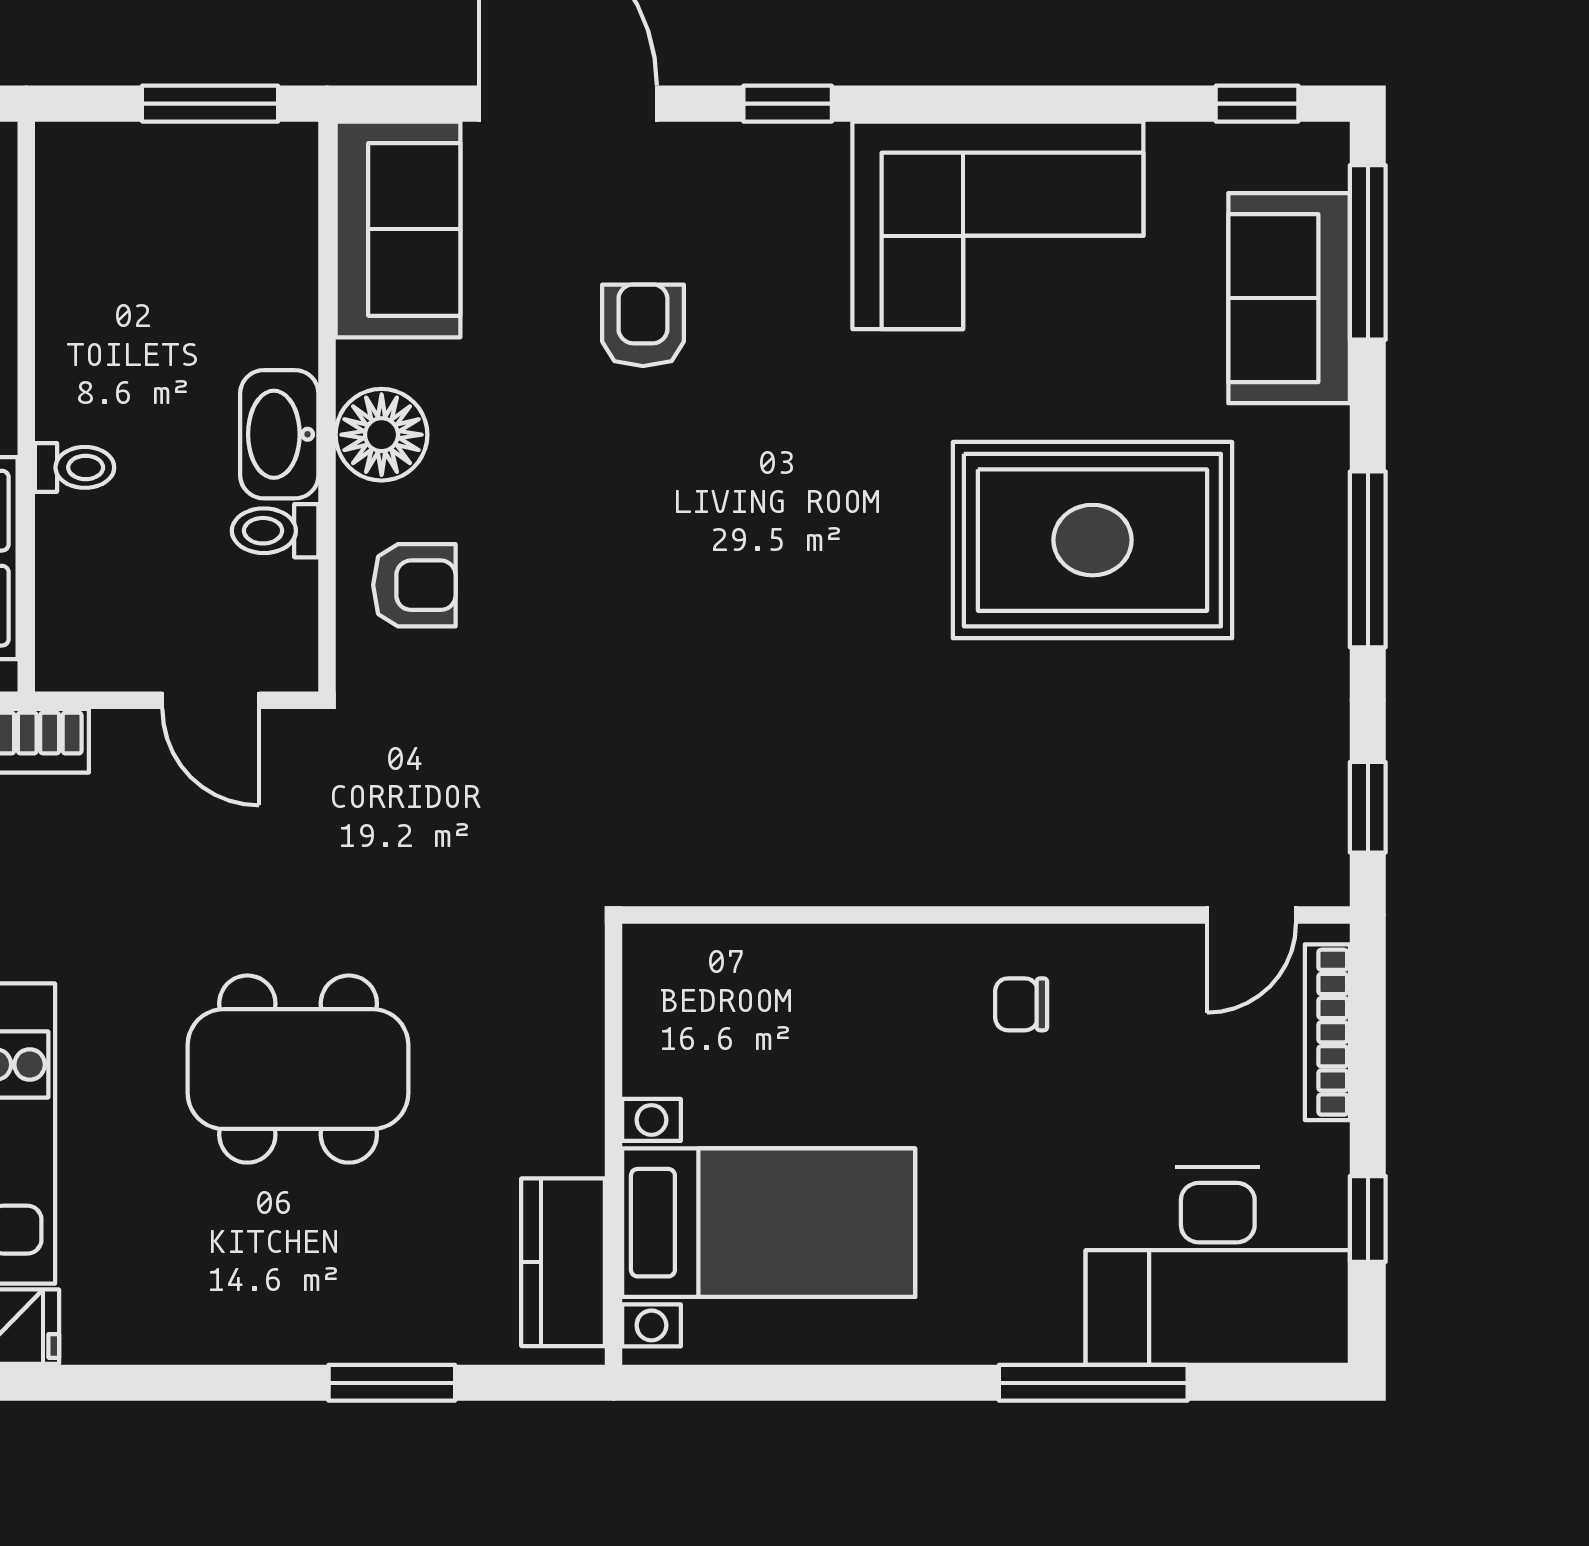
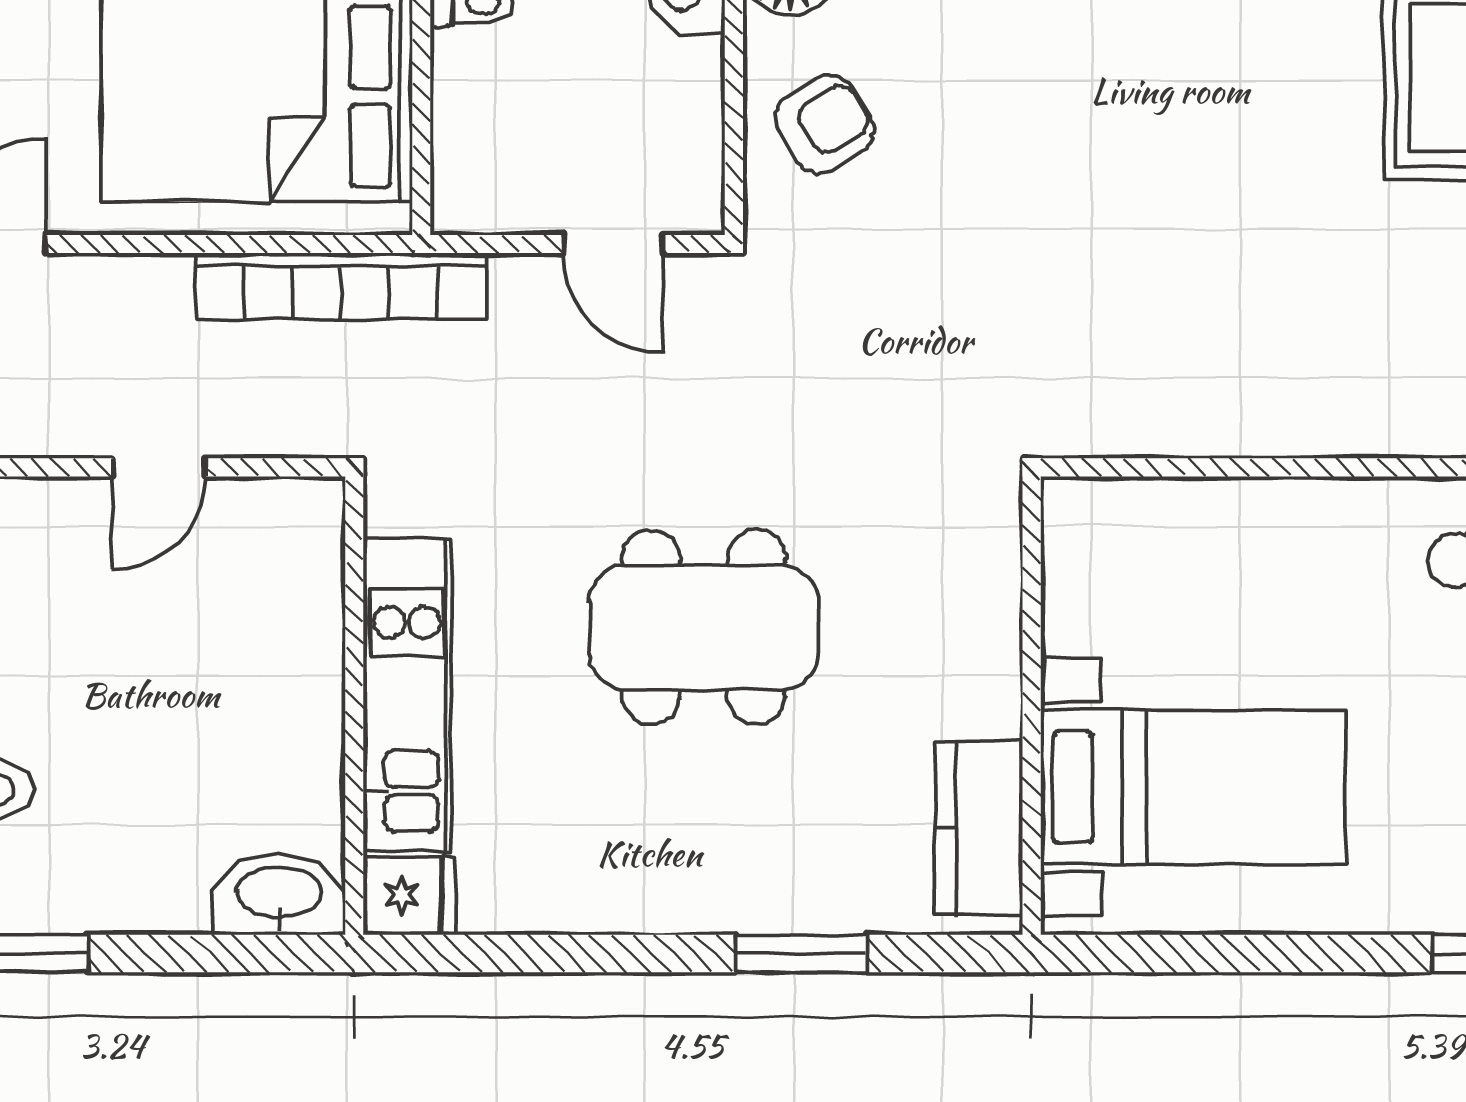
toilet: (275, 531) -> (680, 68), removed
armchair: (414, 585) -> (825, 125), turned -32

